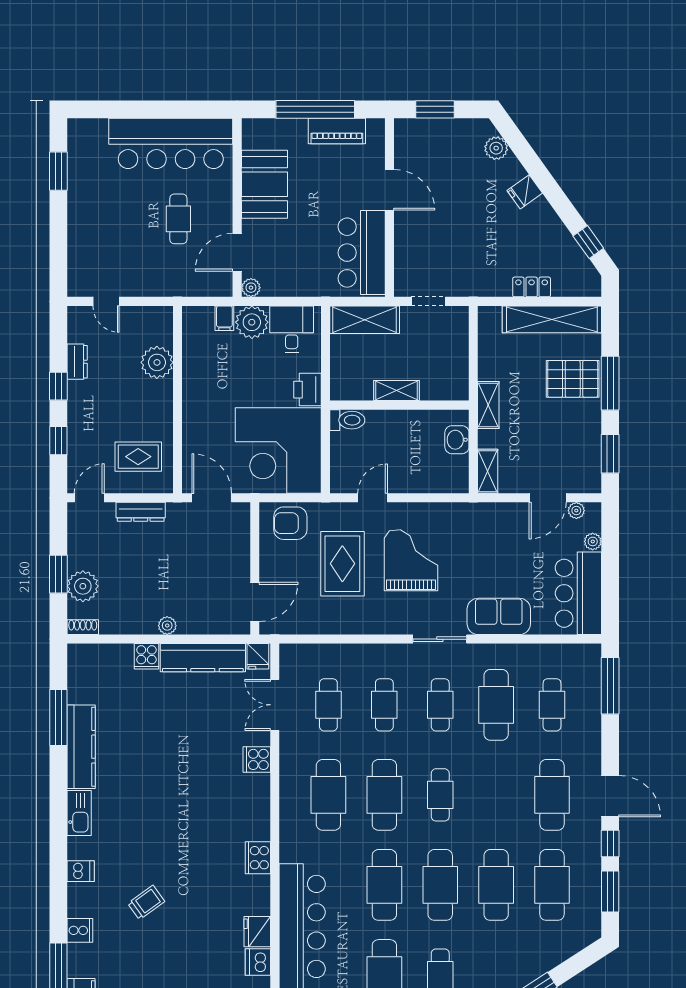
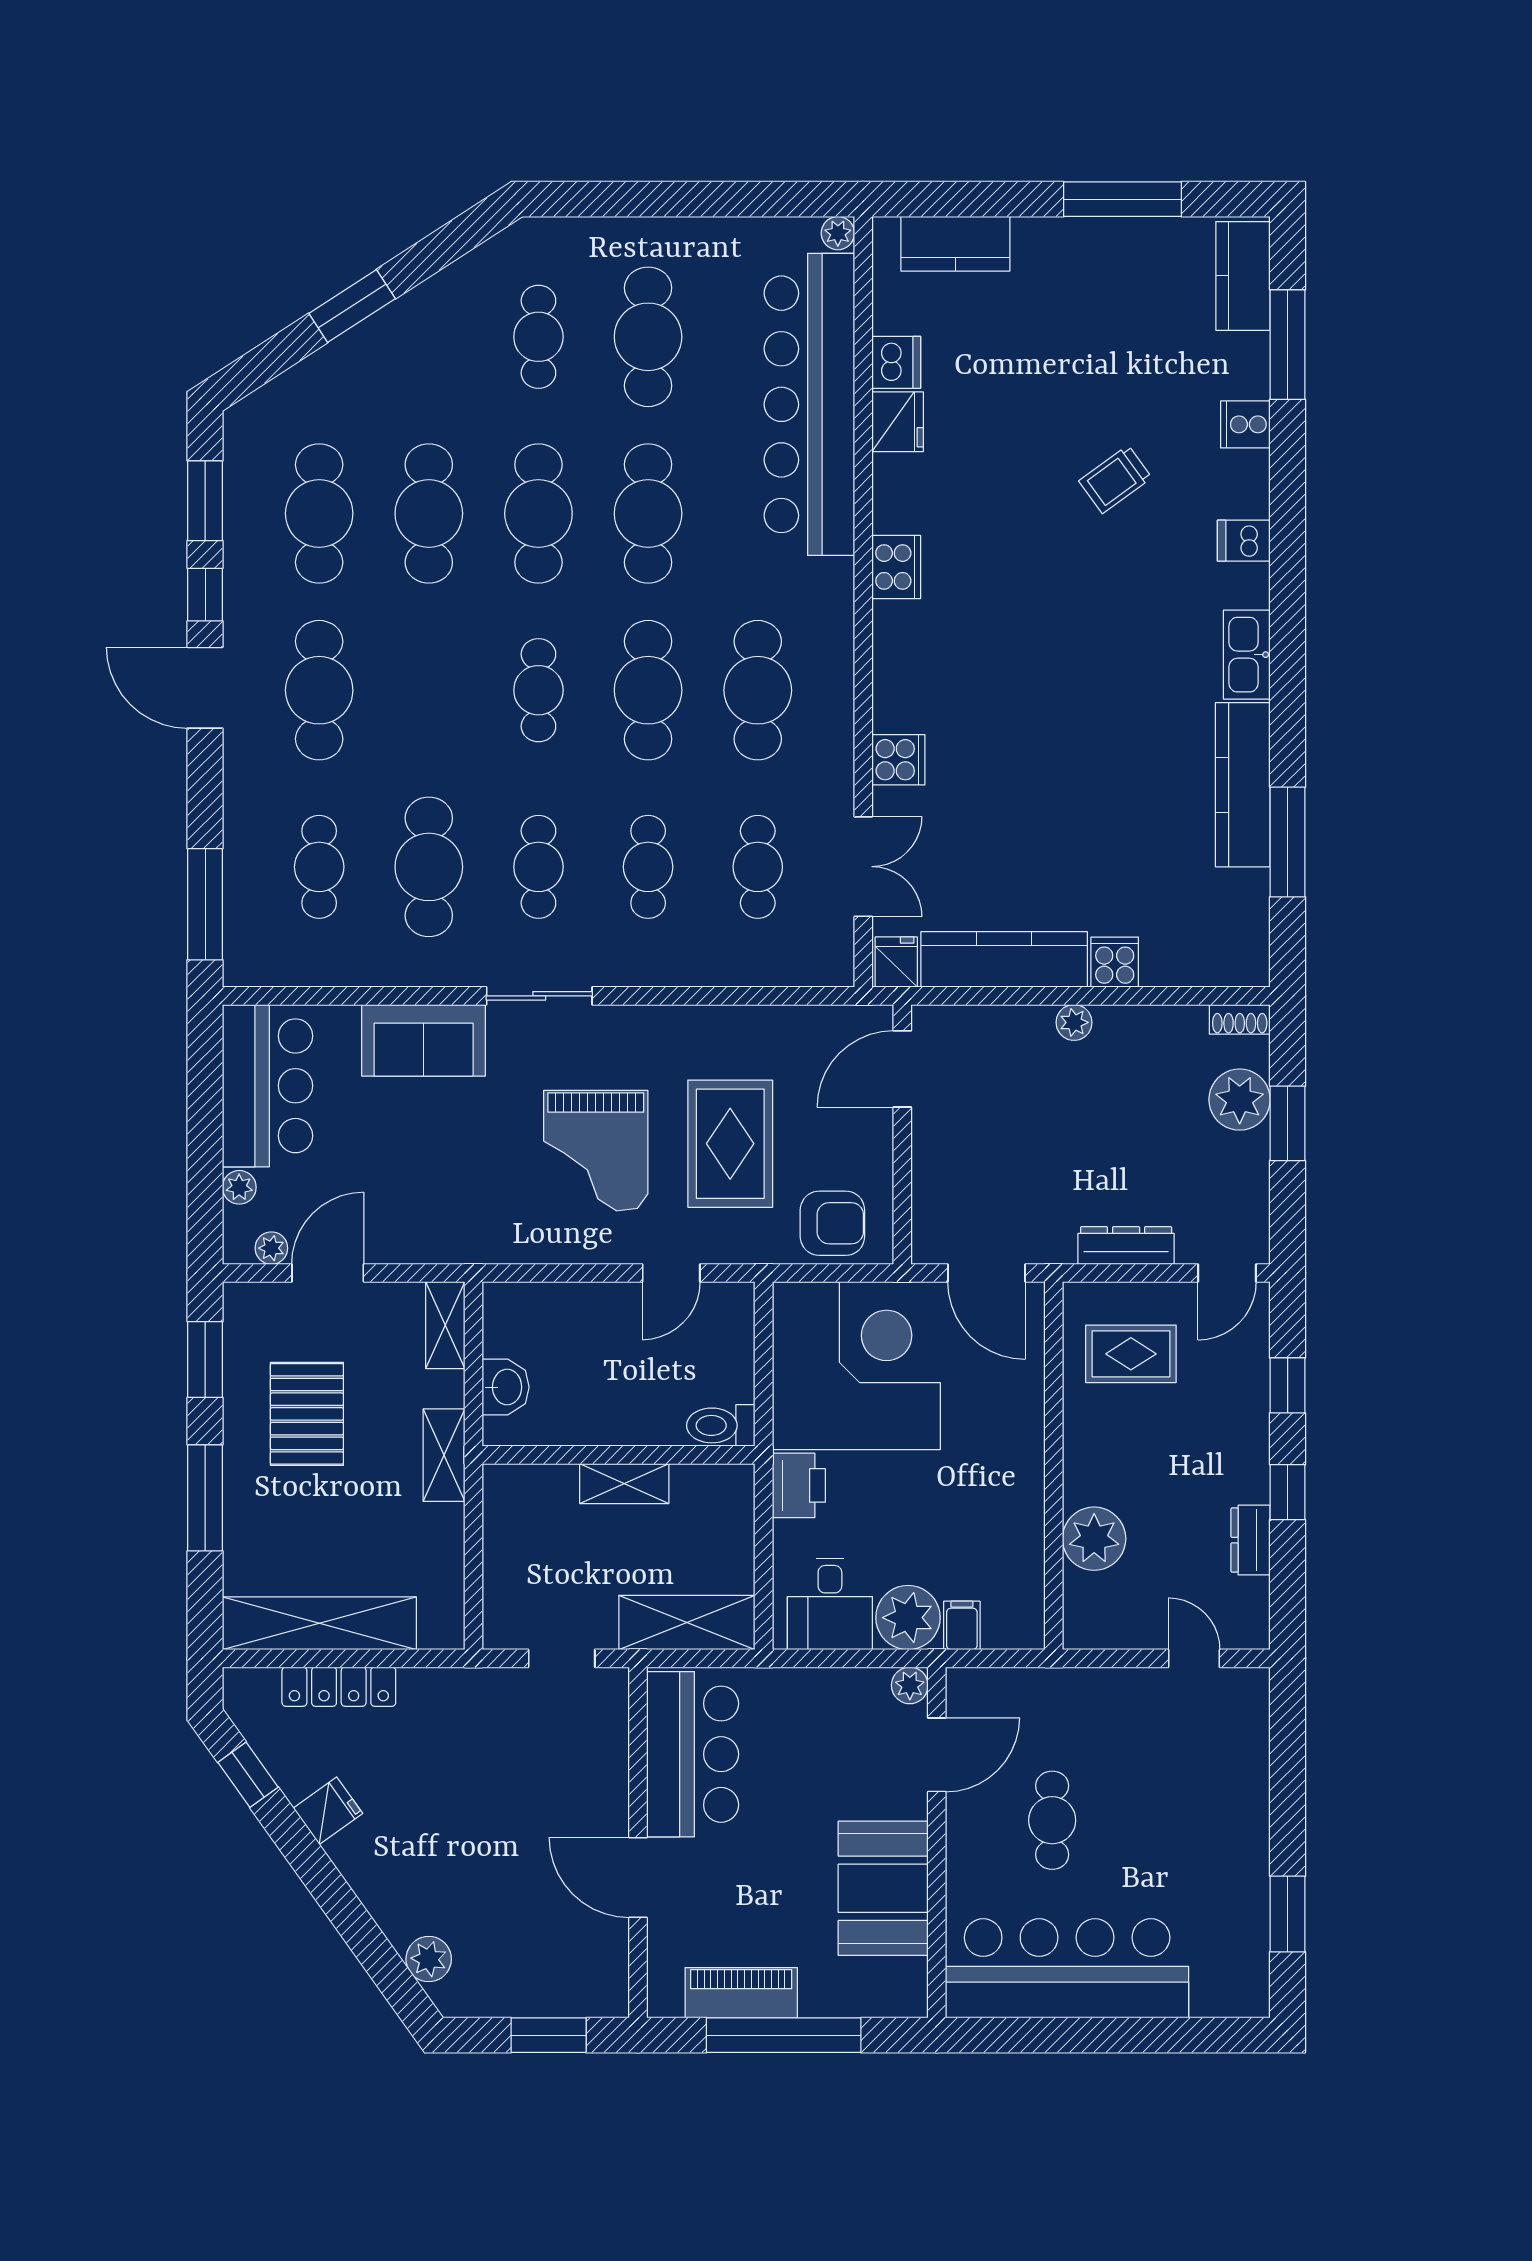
fridge: (525, 192) -> (328, 1811), moved
locker: (532, 287) -> (339, 1687), width x1.53
pallet: (573, 379) -> (307, 1414), moved, turned 90

